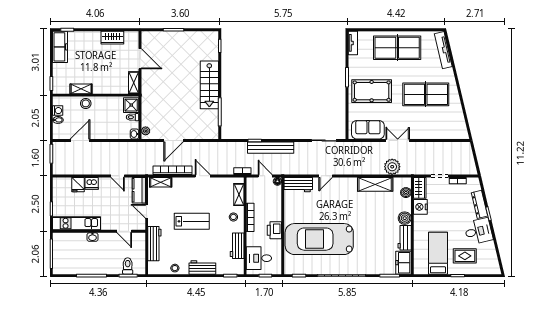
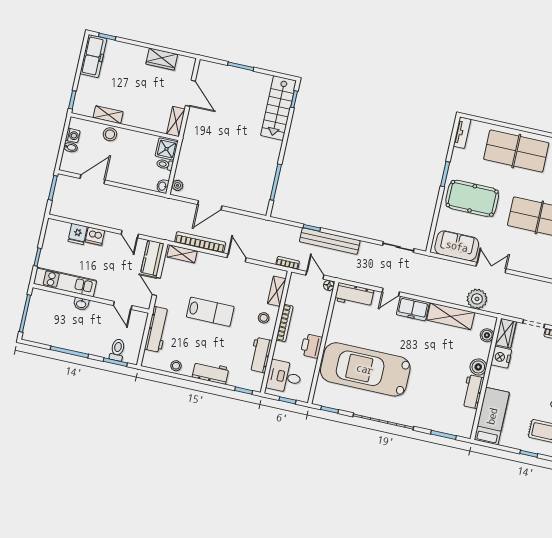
stairs: (209, 85) -> (278, 108), moved
bed: (438, 253) -> (492, 416), moved
freezer: (403, 263) -> (413, 309), moved, turned -90

